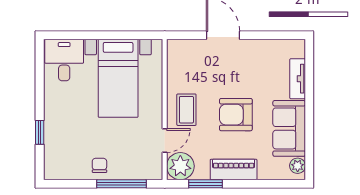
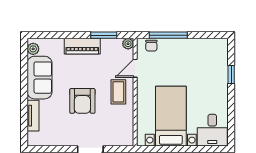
armchair: (236, 115) -> (82, 101), moved, turned 90
chair: (99, 165) -> (151, 46), moved
plant: (180, 166) -> (128, 44), width x0.53, depth x0.53

